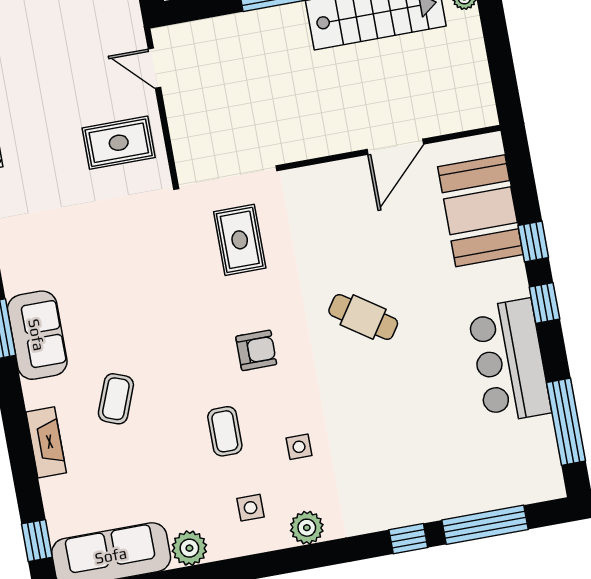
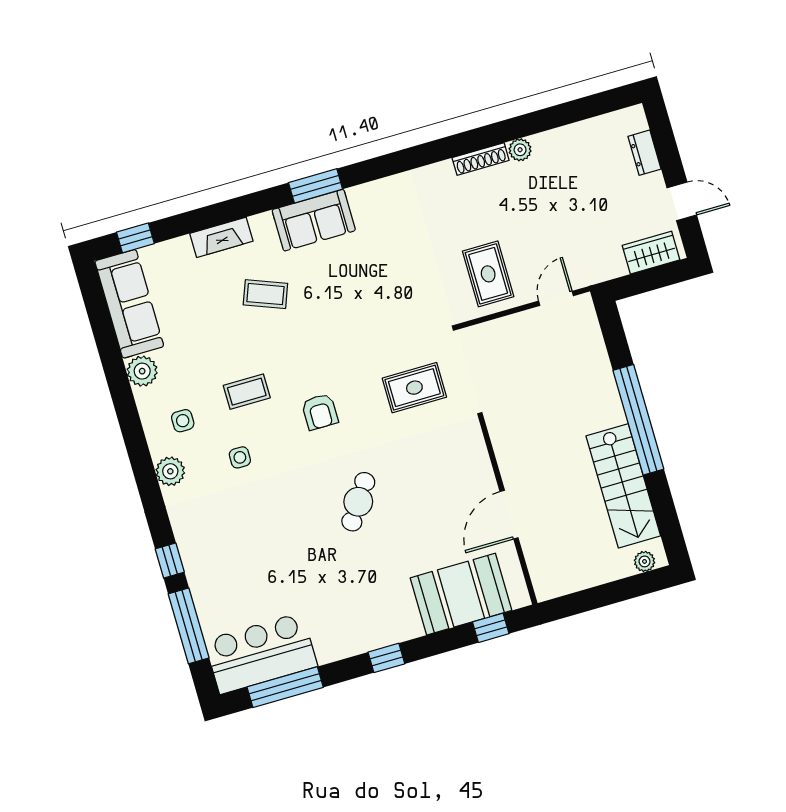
door: (395, 147) -> (509, 515), hinge flipped
window: (533, 242) -> (491, 628), moved
bar counter: (509, 361) -> (261, 653), moved

